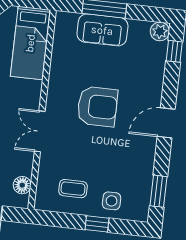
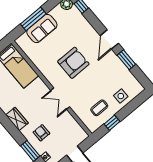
floor lamp: (22, 185) -> (76, 129), removed
window: (159, 191) -> (126, 60), moved
window: (97, 224) -> (112, 123), moved

